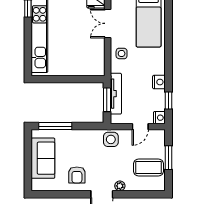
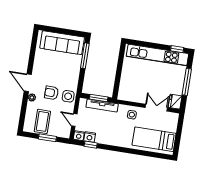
nightstand: (159, 82) -> (90, 137), moved
sofa: (43, 158) -> (62, 43), width x1.36
armchair: (77, 175) -> (52, 93), moved

